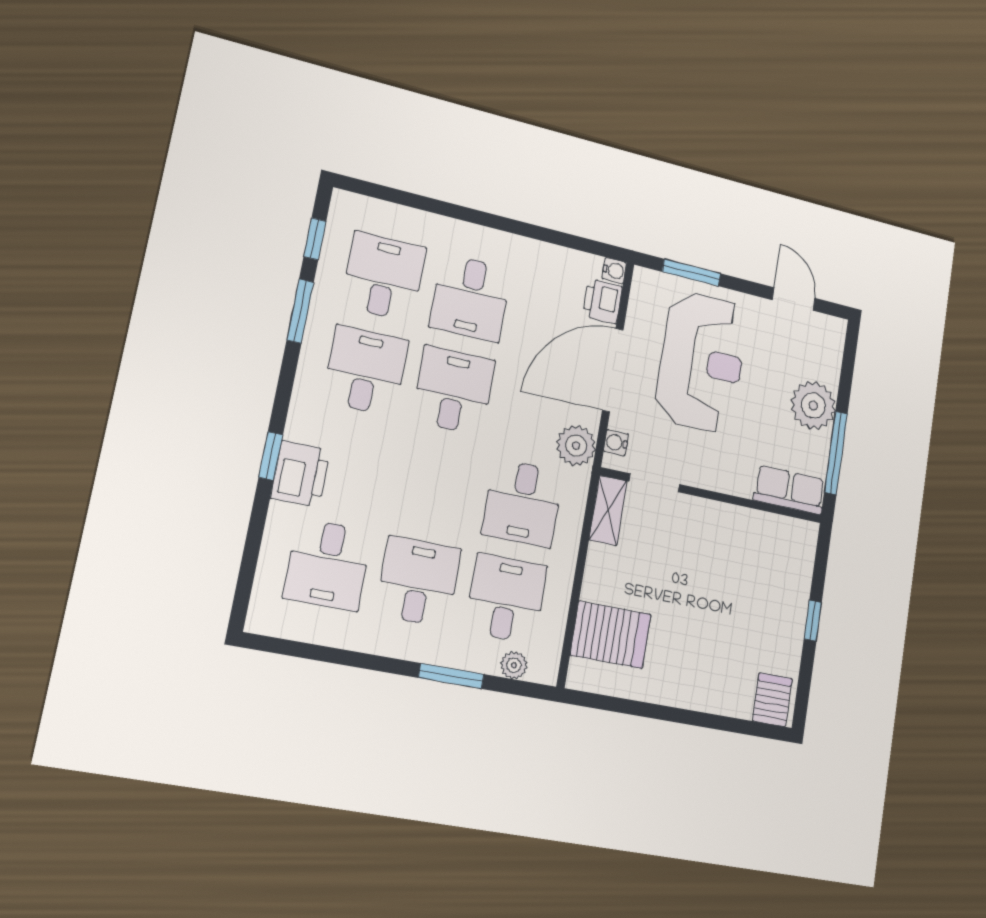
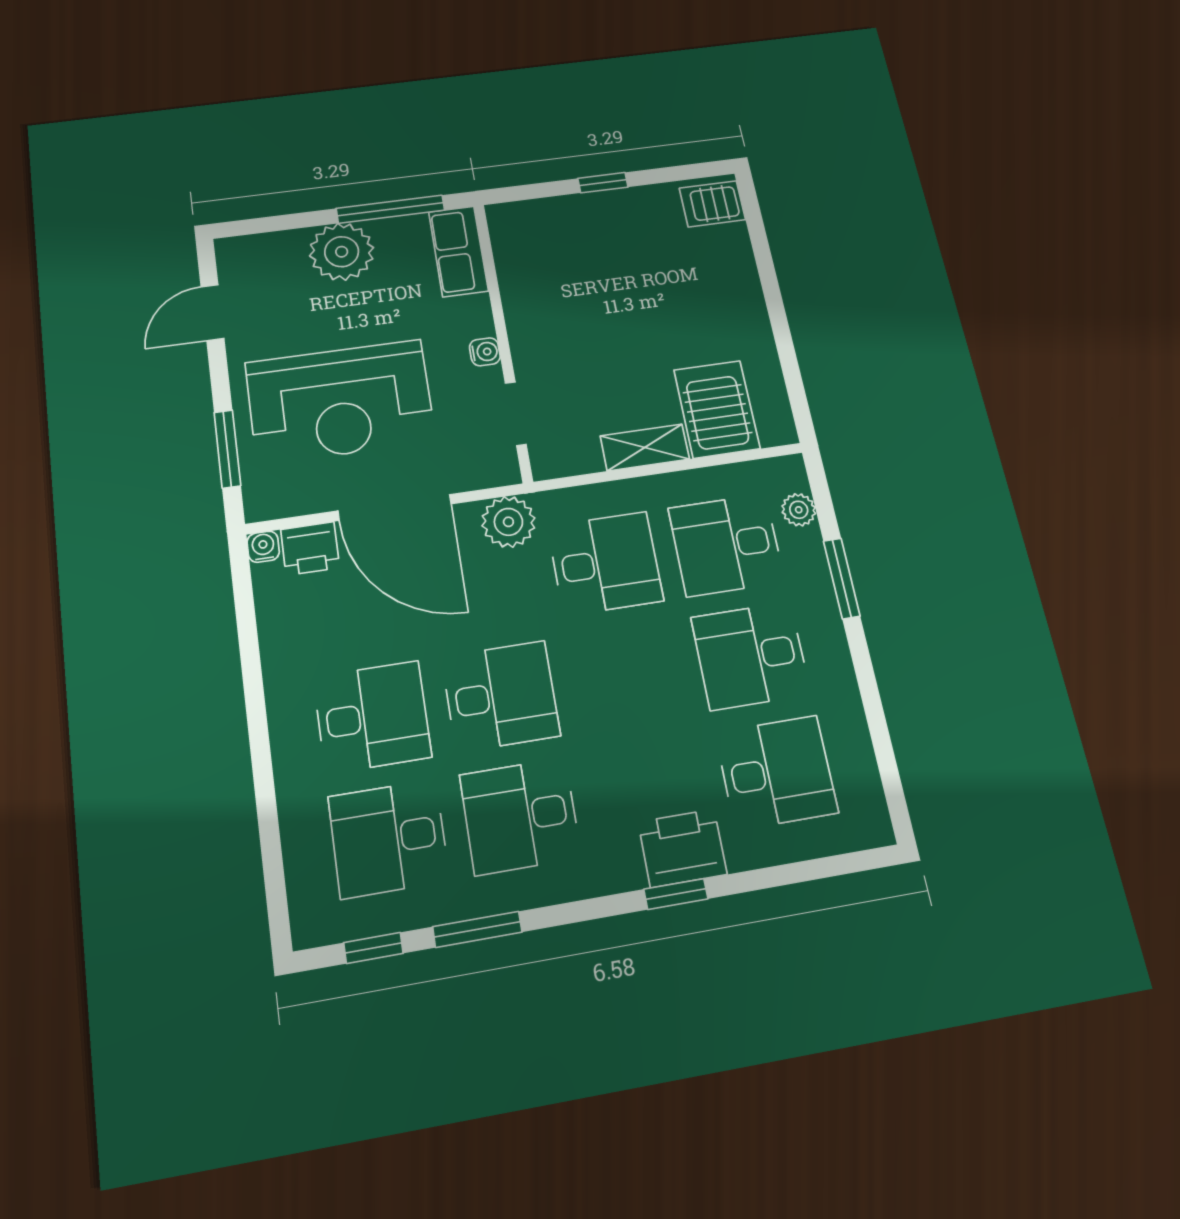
reception desk: (702, 362) -> (340, 402), turned 180
desk: (454, 390) -> (501, 696), turned 180
water cooler: (616, 443) -> (485, 352), moved, turned -90
shelving: (608, 510) -> (645, 447), moved

